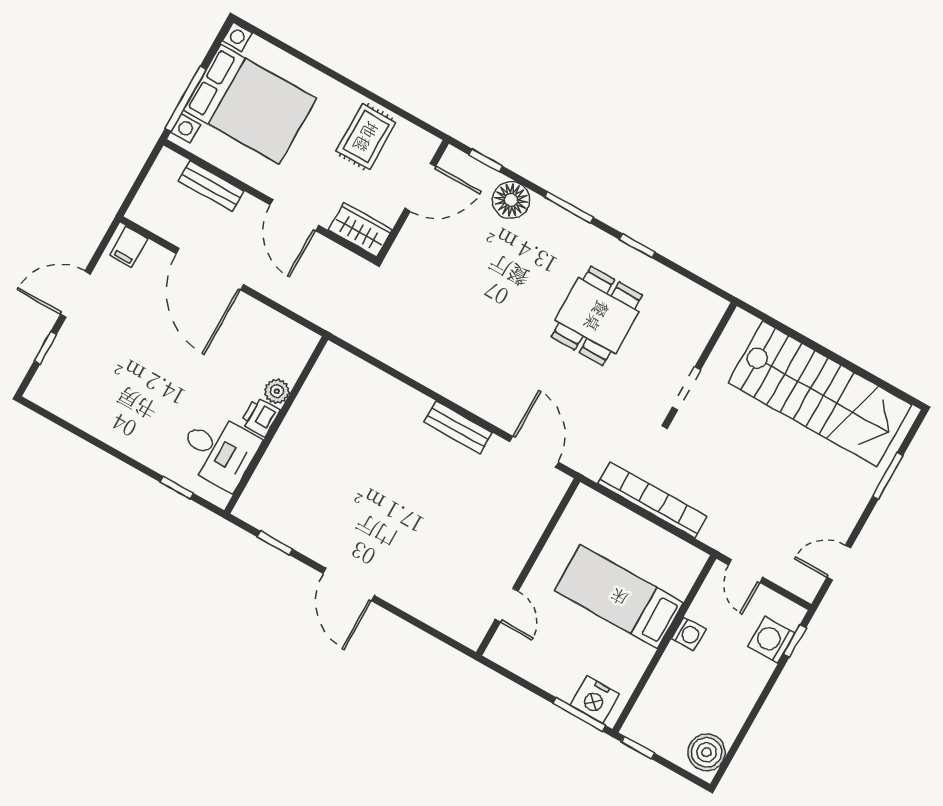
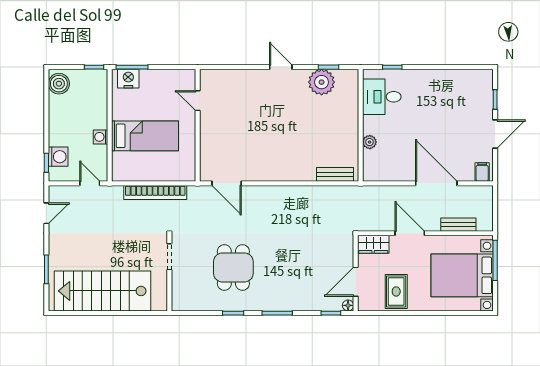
floor lamp: (511, 200) -> (348, 305), moved, width x0.53, depth x0.53
printer: (260, 417) -> (371, 125), removed
bench: (458, 427) -> (335, 174), moved
plant: (299, 526) -> (322, 82), added
door: (349, 585) -> (281, 67), width x0.73

